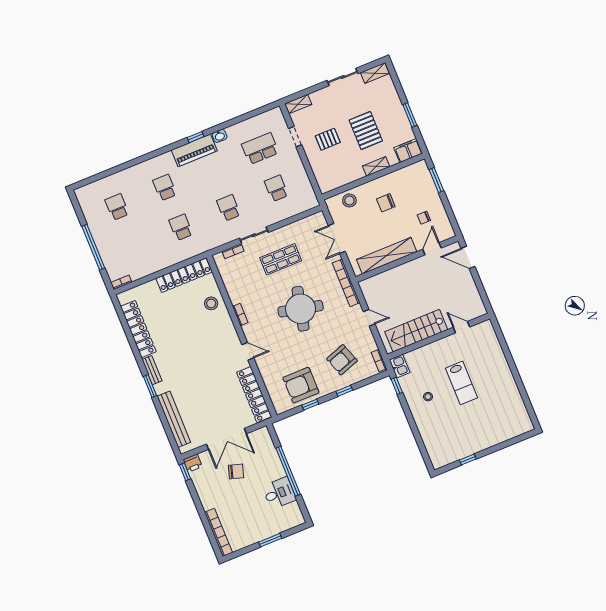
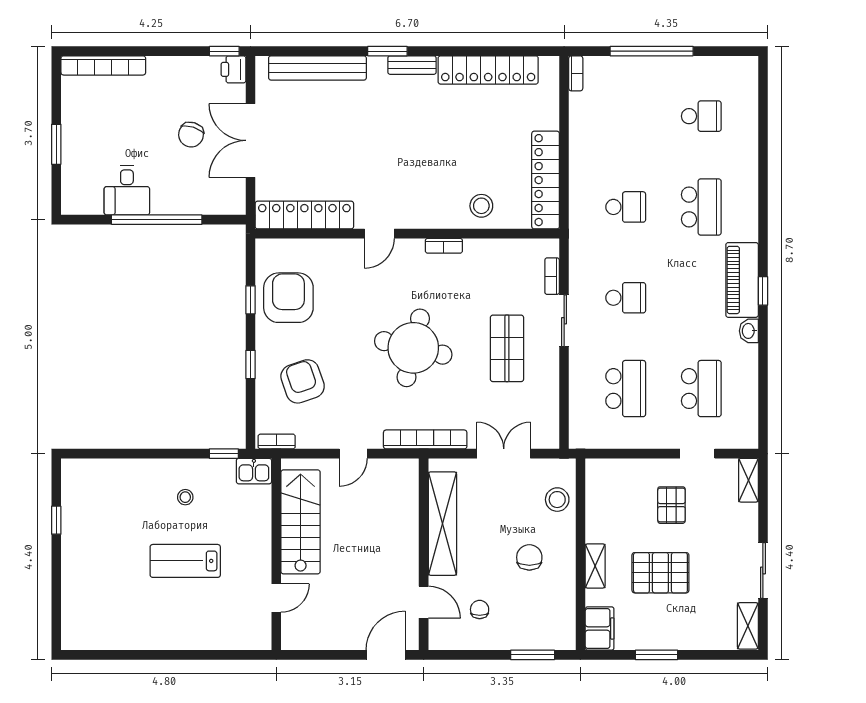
school desk: (165, 187) -> (701, 207), width x1.85
school desk: (276, 188) -> (626, 389), width x1.85

